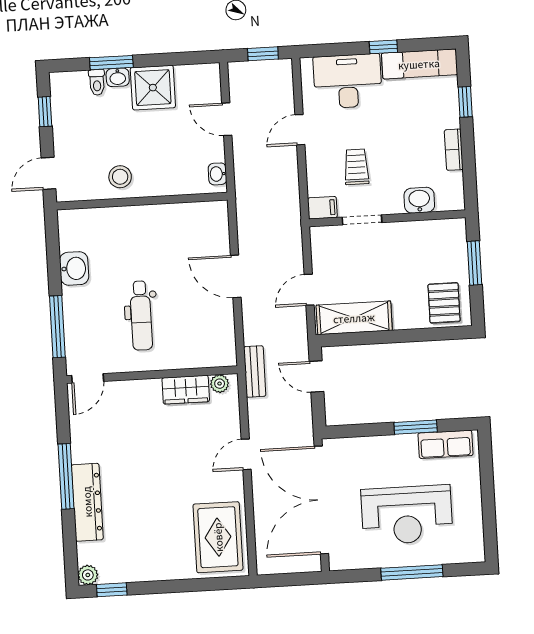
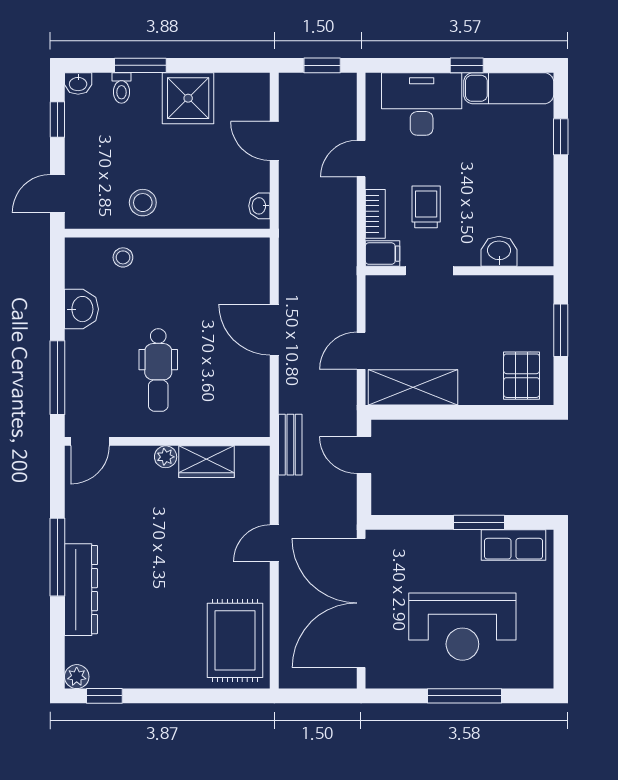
washbasin: (118, 77) -> (78, 83), moved
bookcase: (454, 150) -> (375, 214), moved, turned 180
stool: (106, 223) -> (123, 257), added
plant: (220, 384) -> (166, 457), moved

